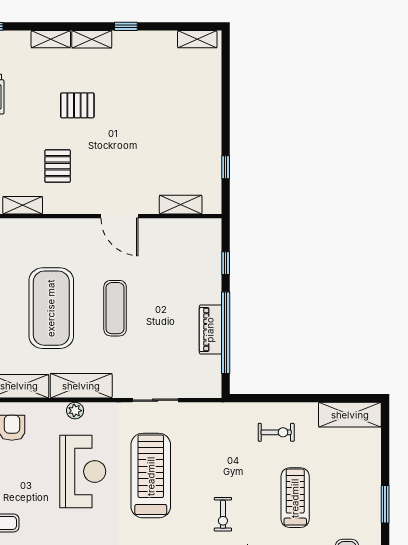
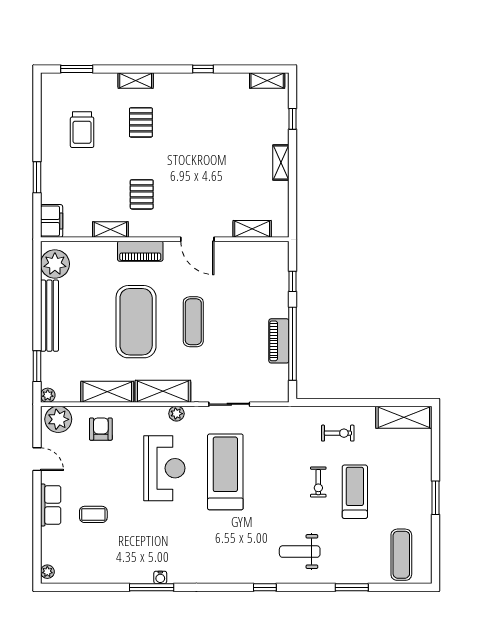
shelving: (92, 39) -> (281, 163), moved, turned 90
pallet: (77, 105) -> (141, 122), moved, turned 90
window: (226, 167) -> (292, 119), moved
piano: (56, 230) -> (140, 251), added
plant: (75, 411) -> (176, 414), moved
exercise bike: (223, 514) -> (318, 482), moved

